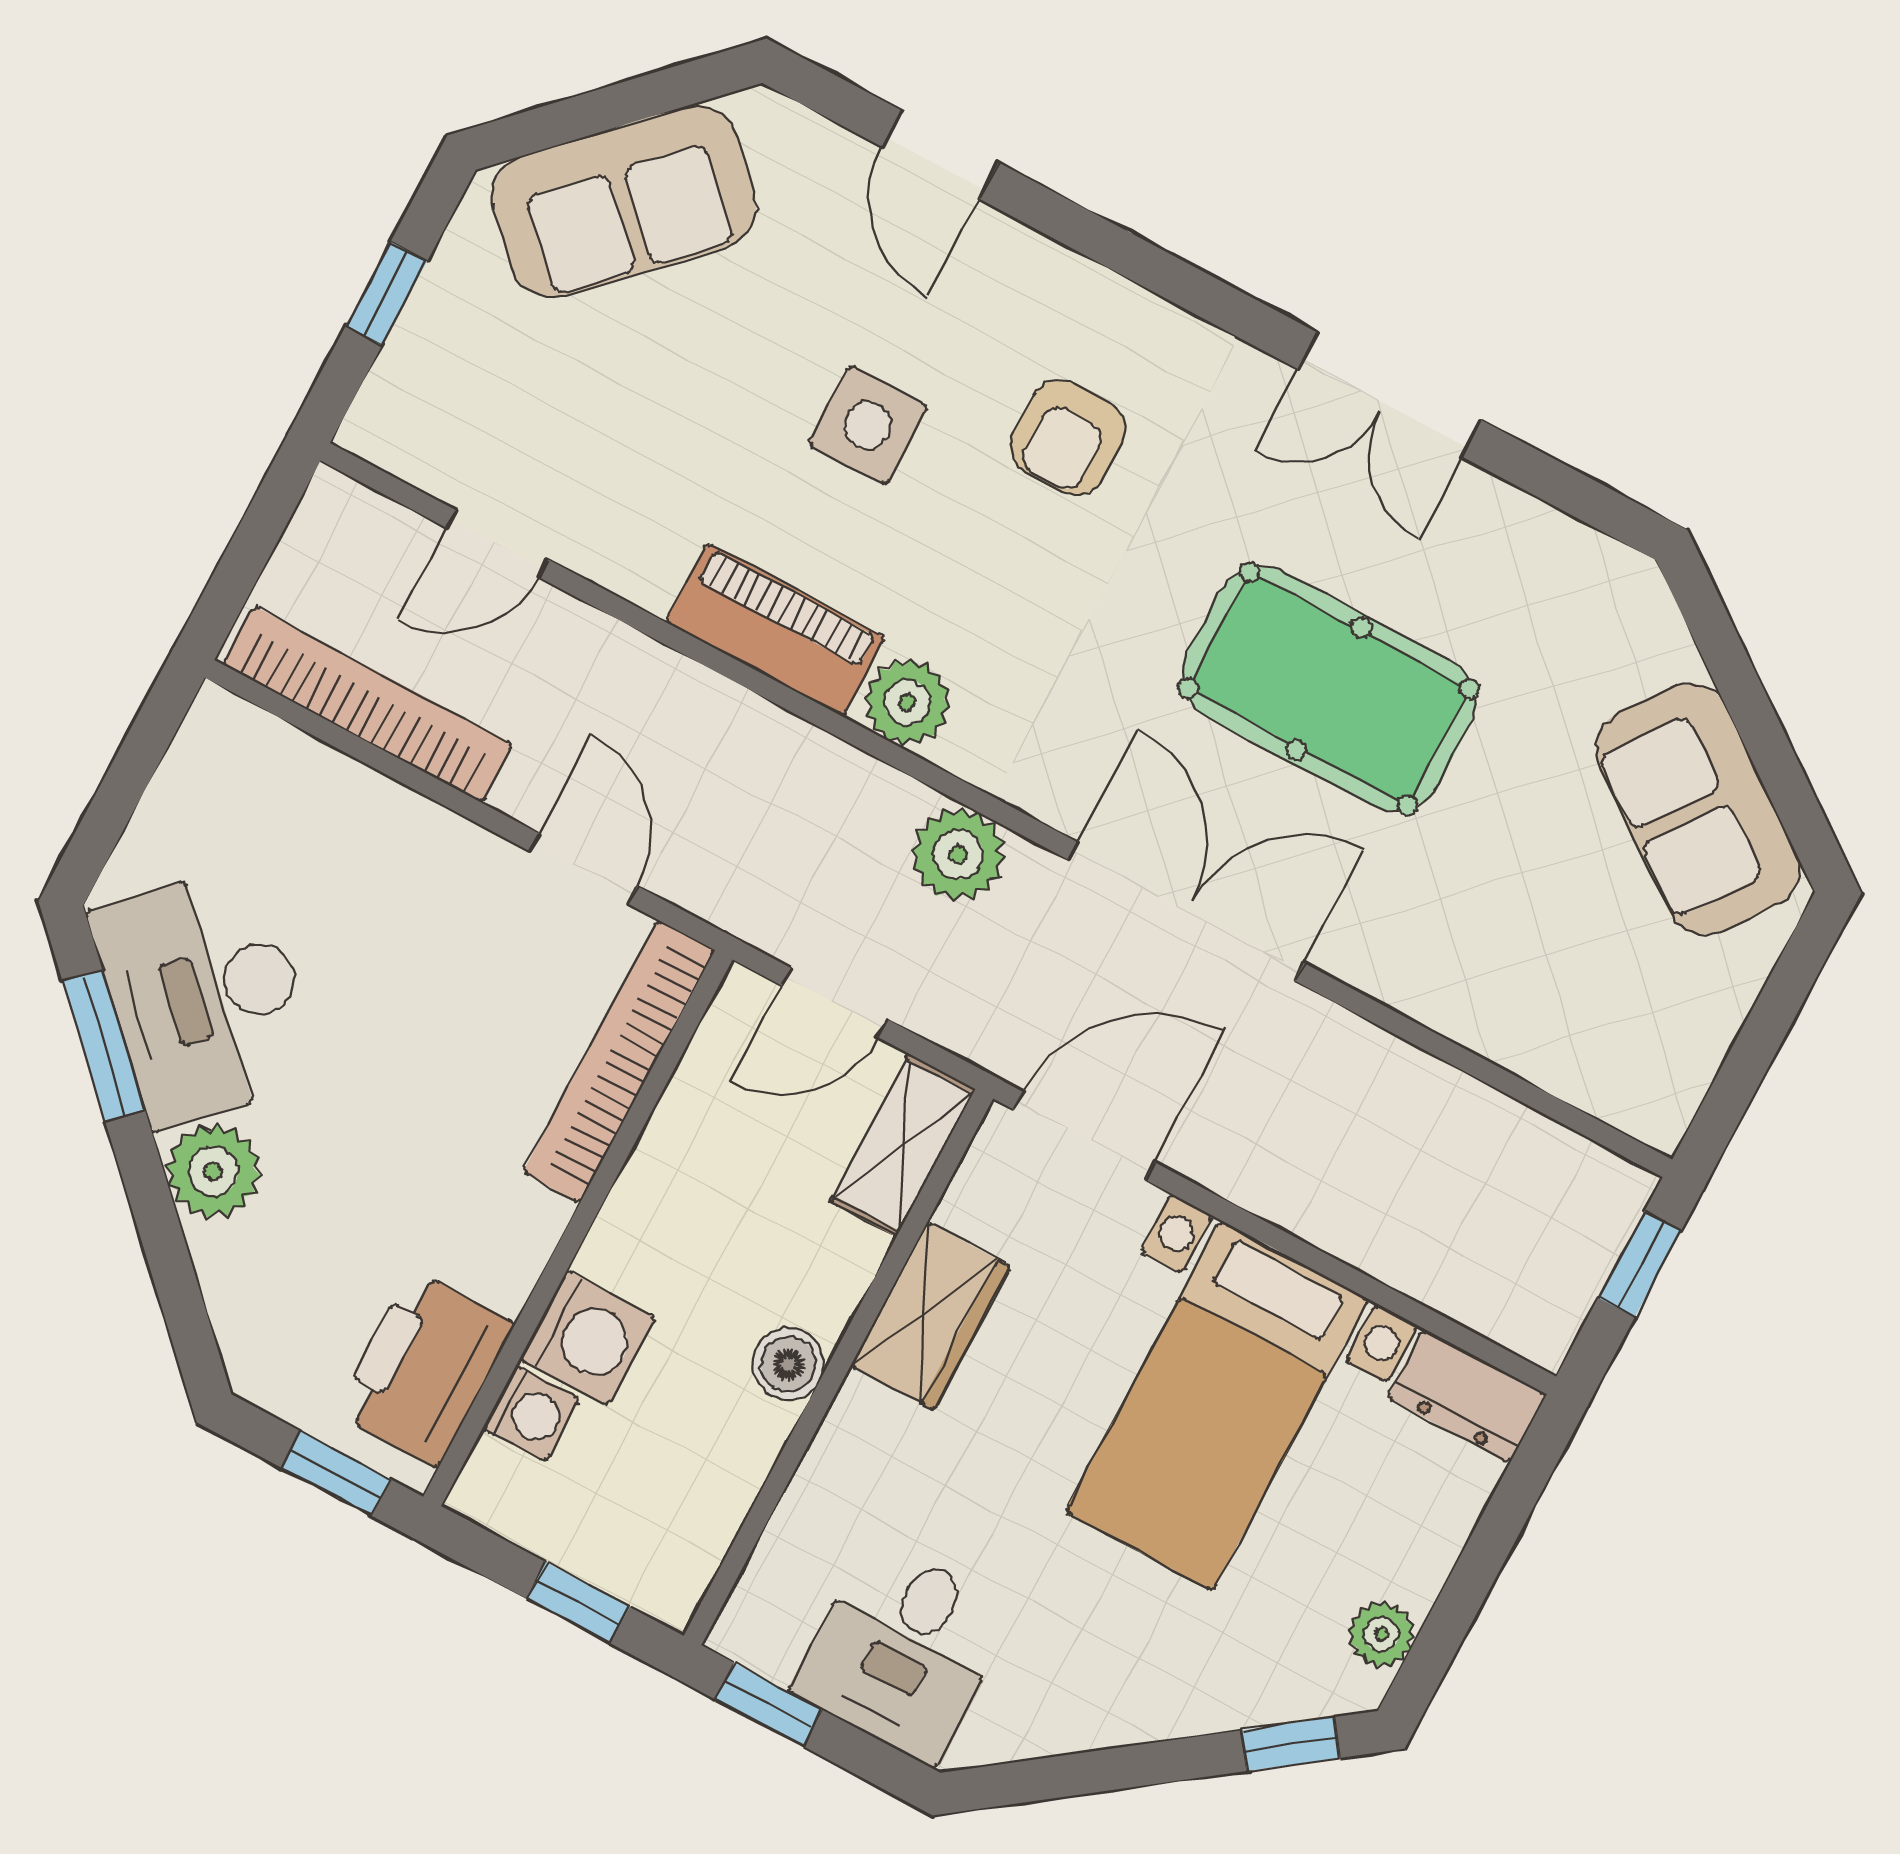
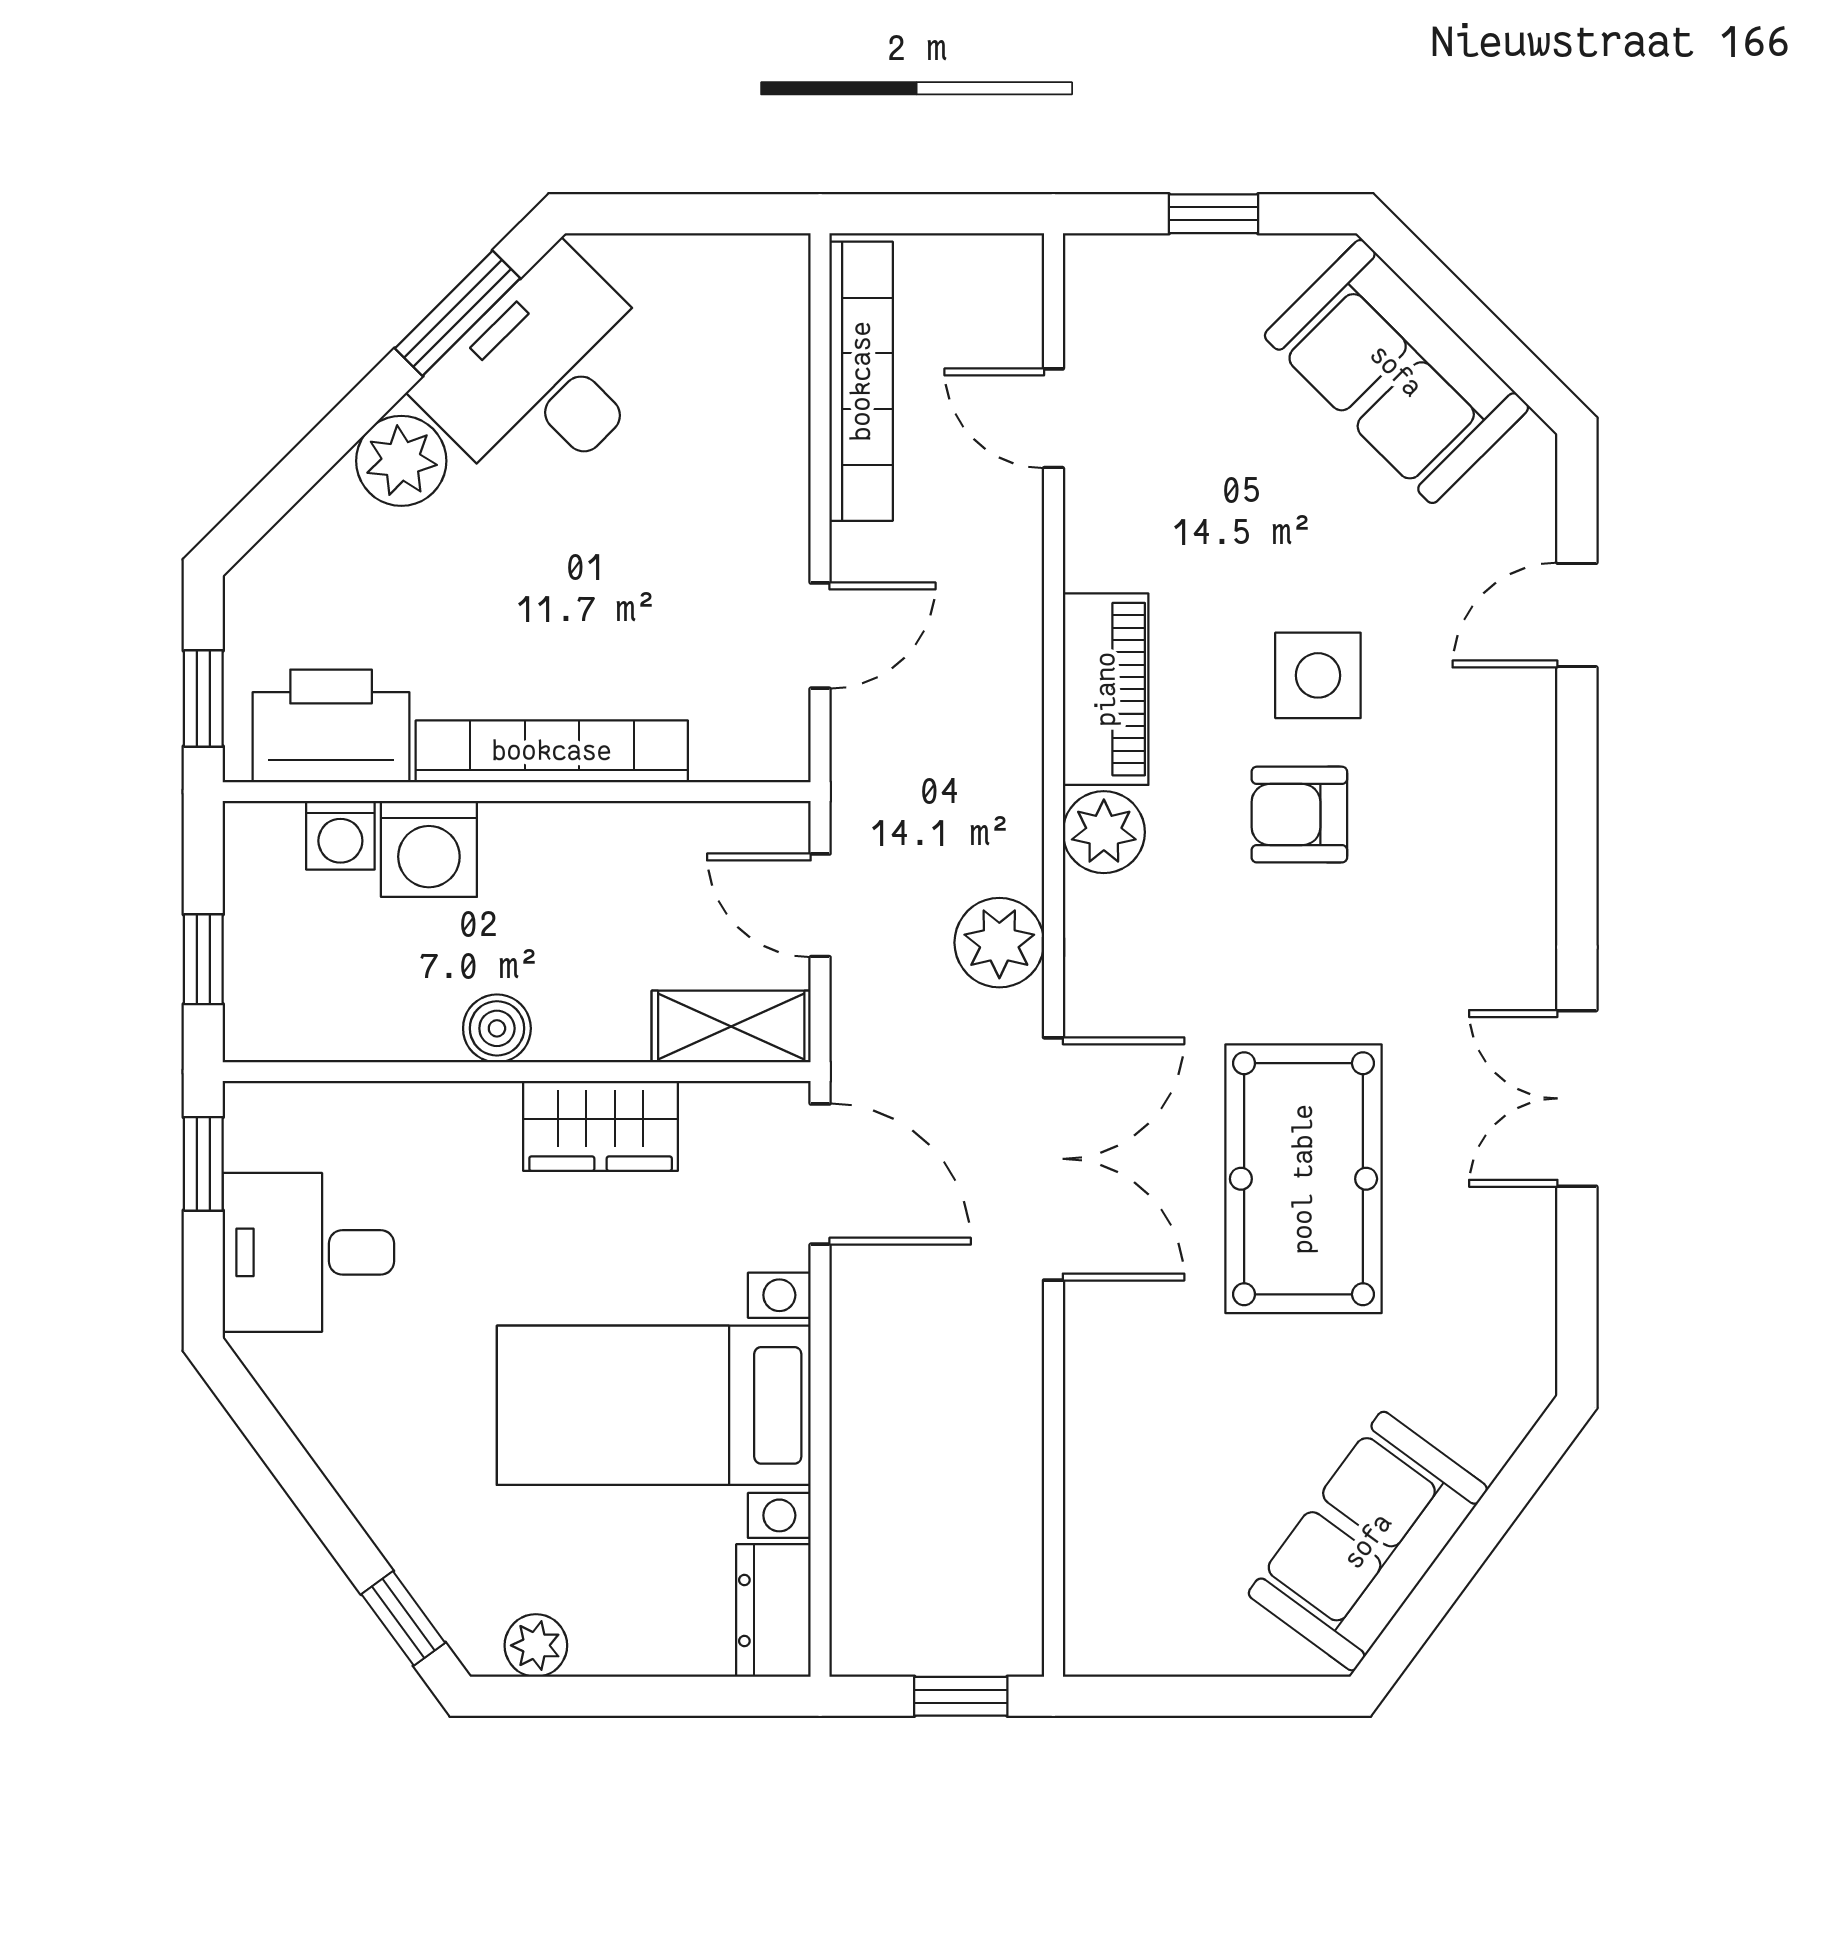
armchair: (1068, 438) -> (1299, 815), moved
bookcase: (619, 1061) -> (552, 751), moved

